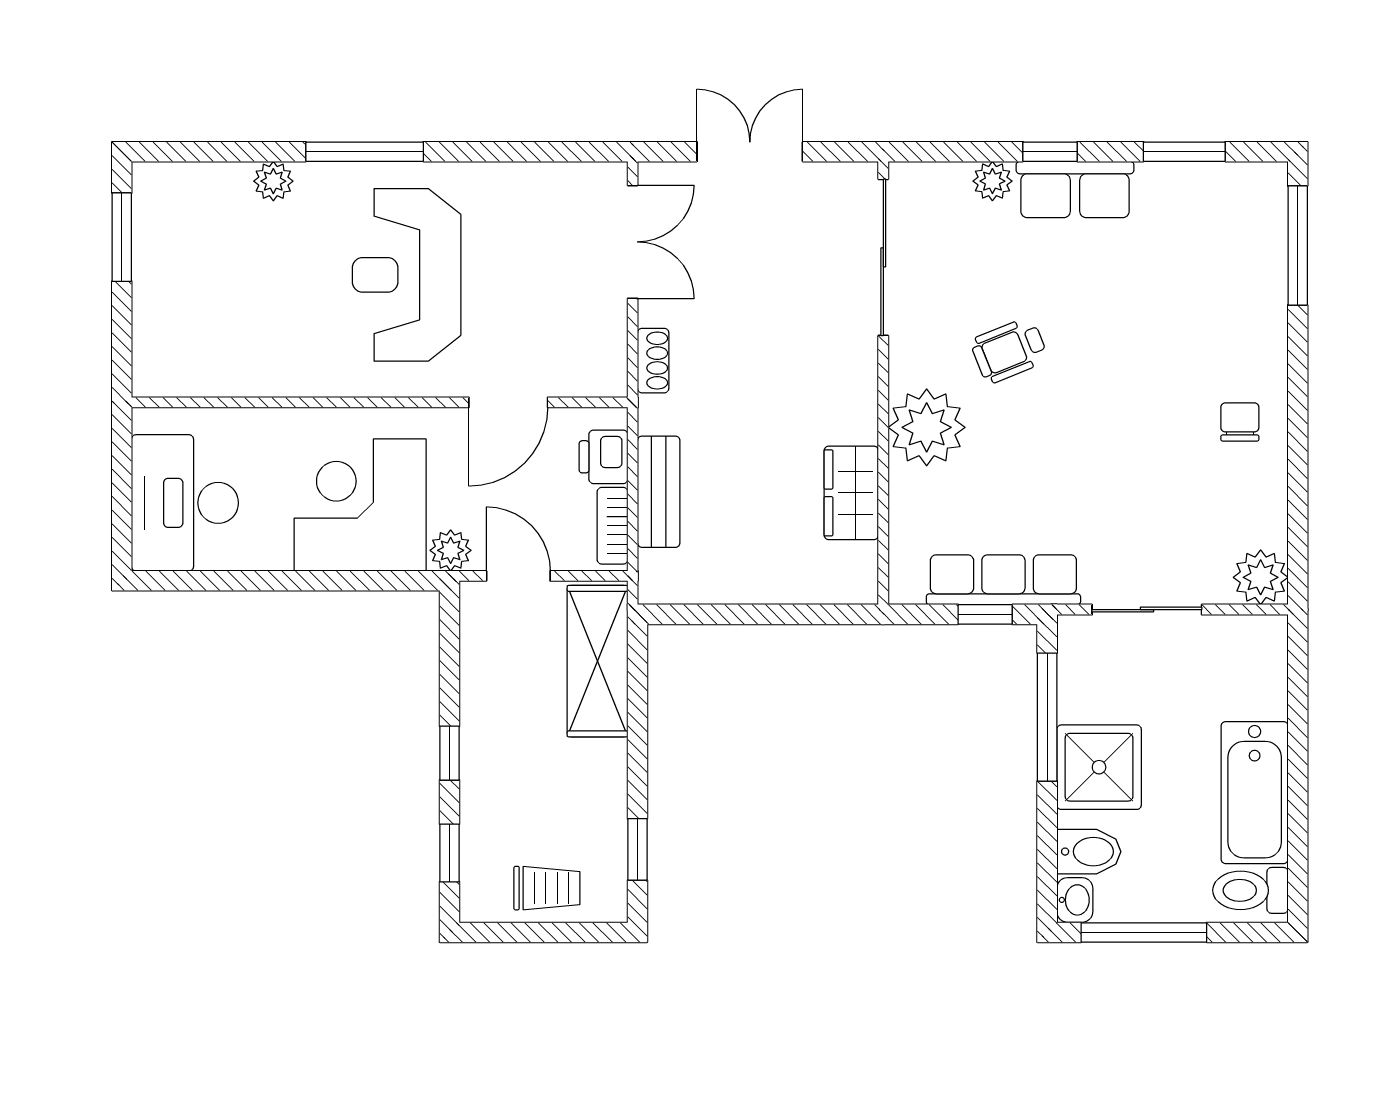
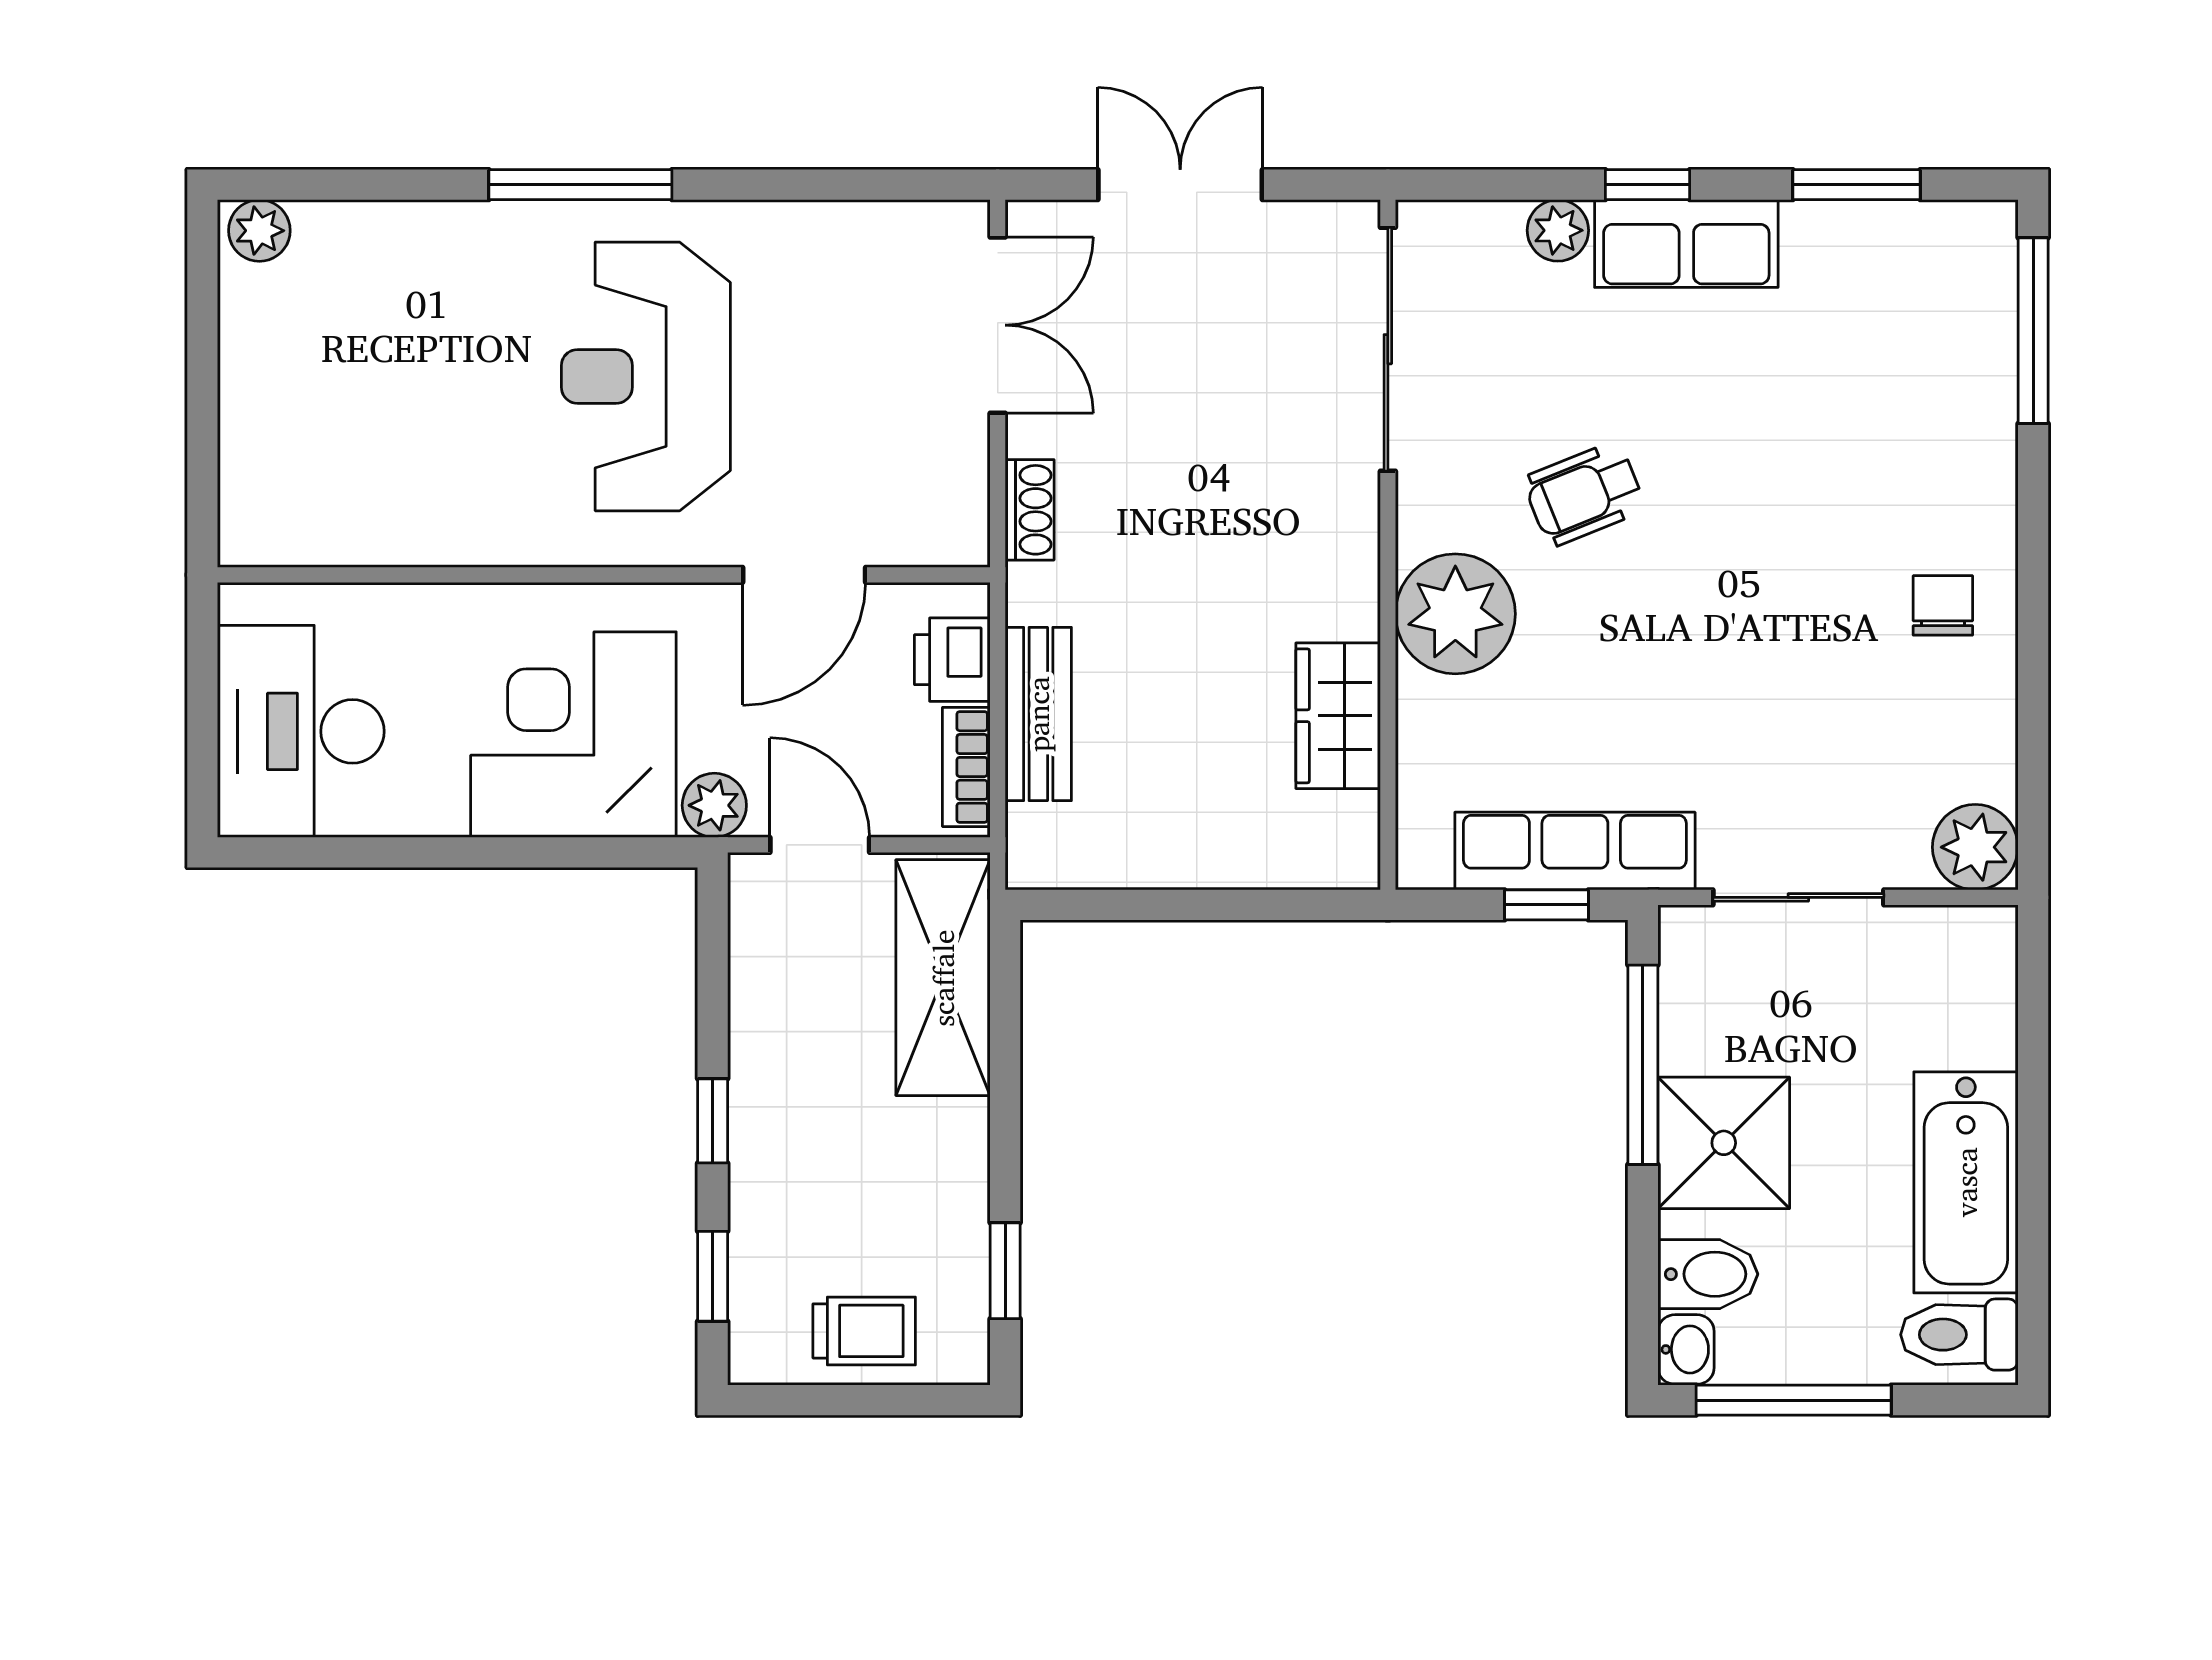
plant: (273, 181) -> (259, 231), moved
window: (122, 237) -> (202, 318), removed

